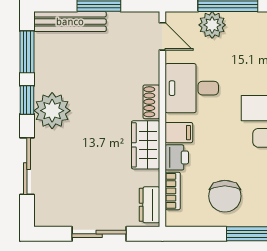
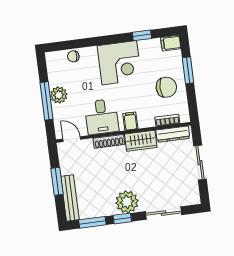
plant: (212, 25) -> (59, 95), moved
door: (162, 36) -> (72, 139), hinge flipped
shoe rack: (151, 102) -> (109, 141), width x1.43
printer: (177, 157) -> (146, 120), removed
dresser: (149, 205) -> (173, 134), width x1.44

